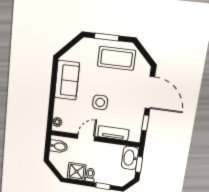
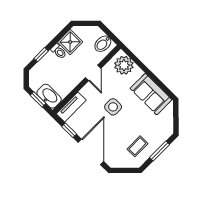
coffee table: (116, 58) -> (137, 146), width x0.54, depth x0.58
door: (150, 93) -> (91, 152), swing flipped
plant: (57, 122) -> (124, 65), width x1.88, depth x1.88
tv unit: (113, 133) -> (71, 107), moved

